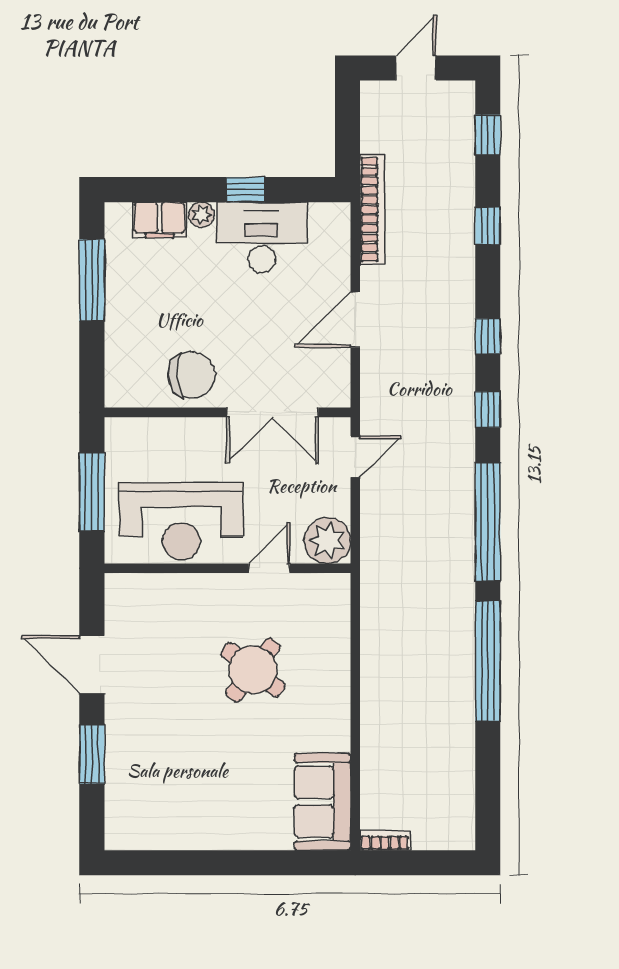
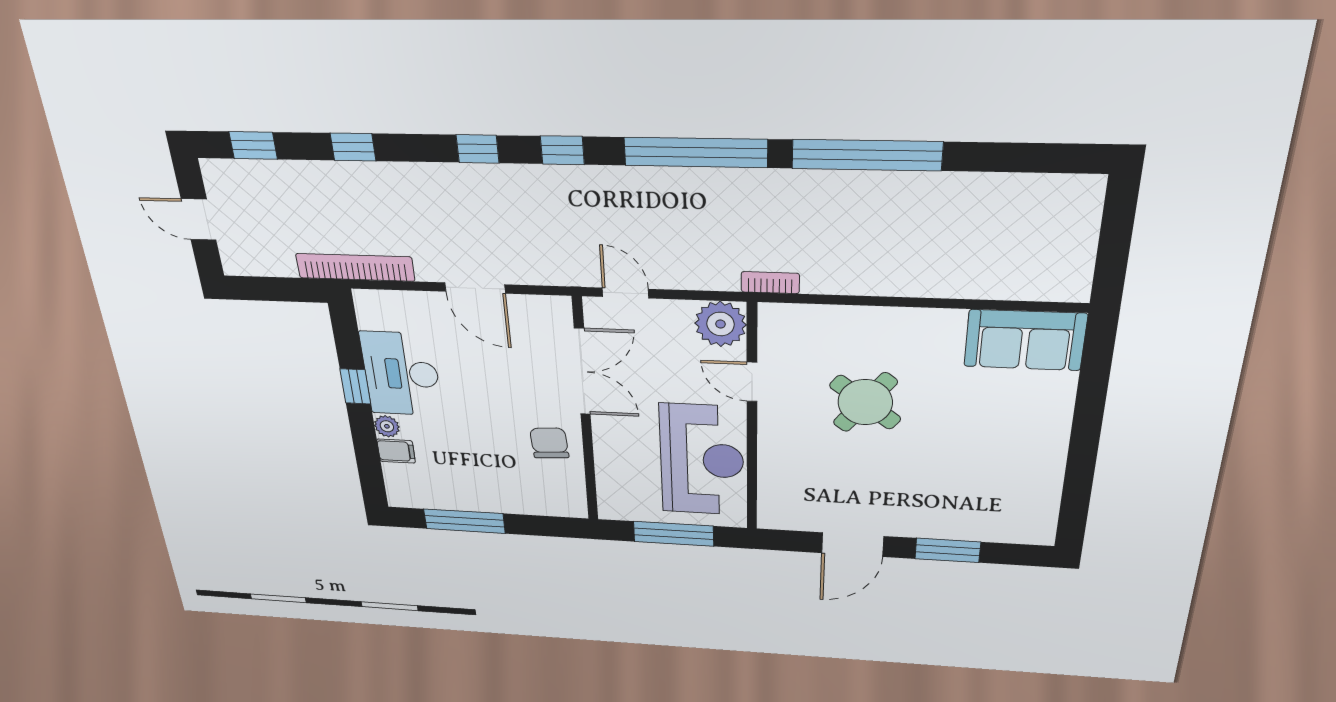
filing cabinet: (160, 220) -> (396, 451), width x0.50
chair: (192, 375) -> (549, 443), width x0.73, depth x0.73
bookcase: (385, 840) -> (770, 283), moved, turned 90

